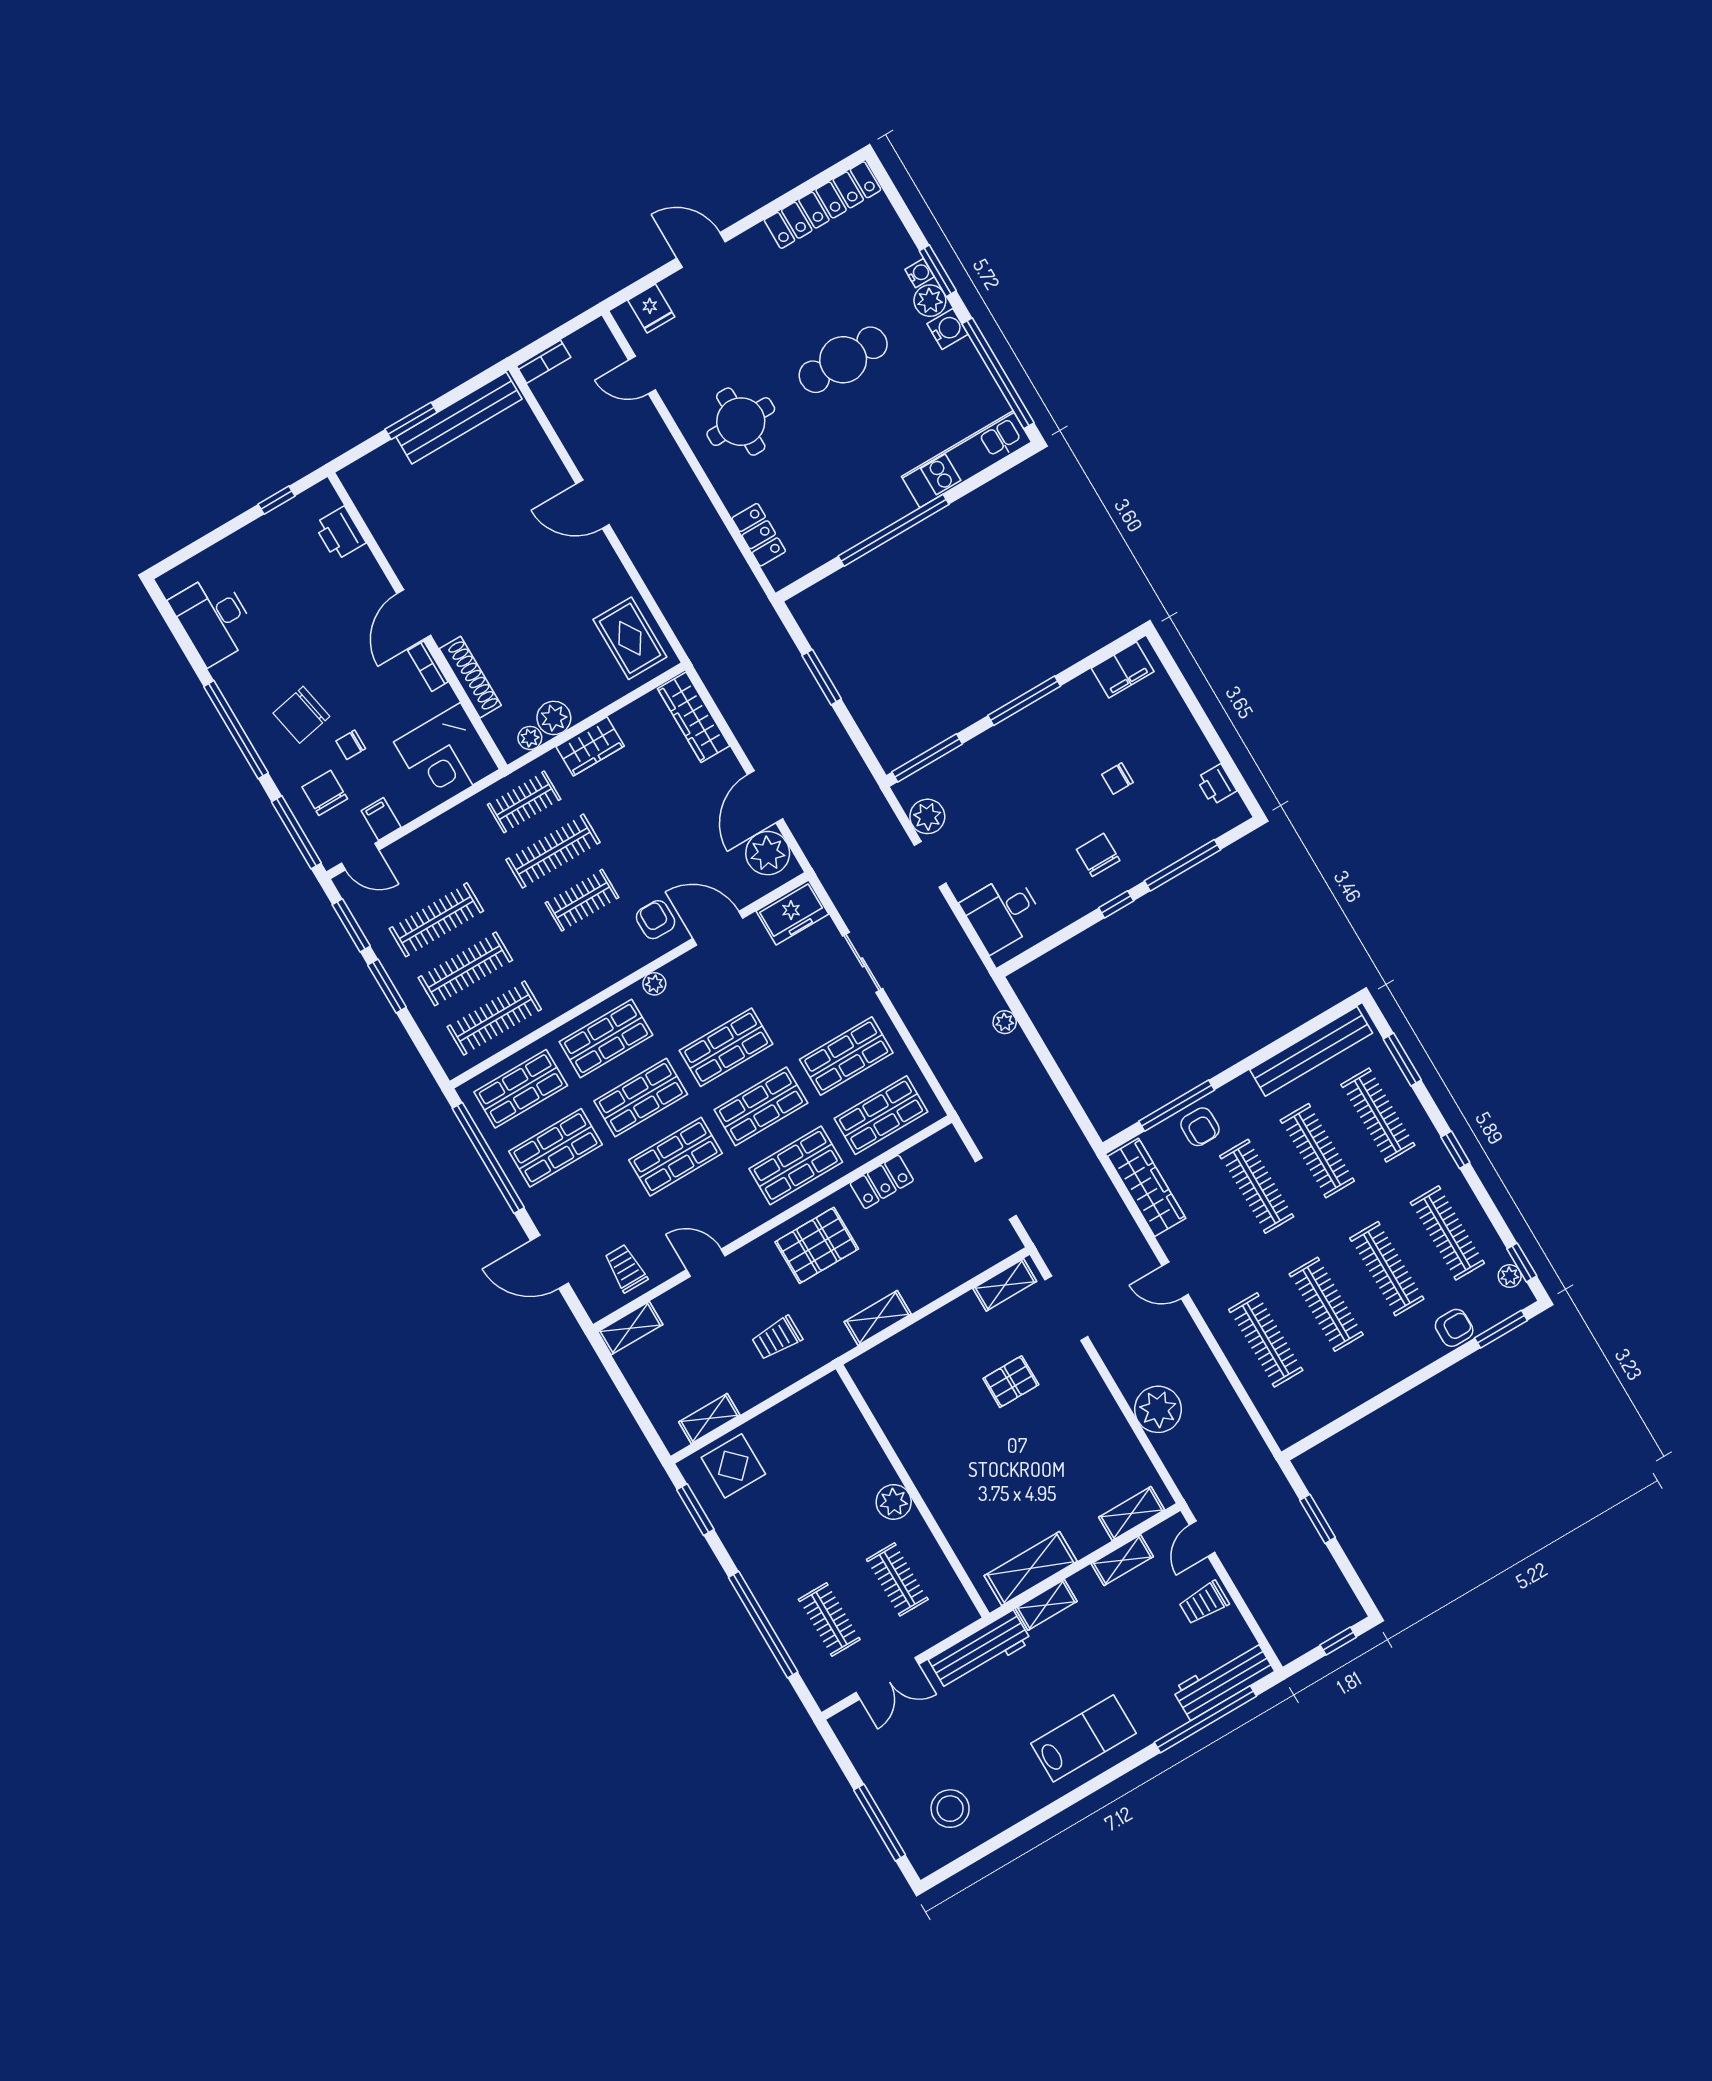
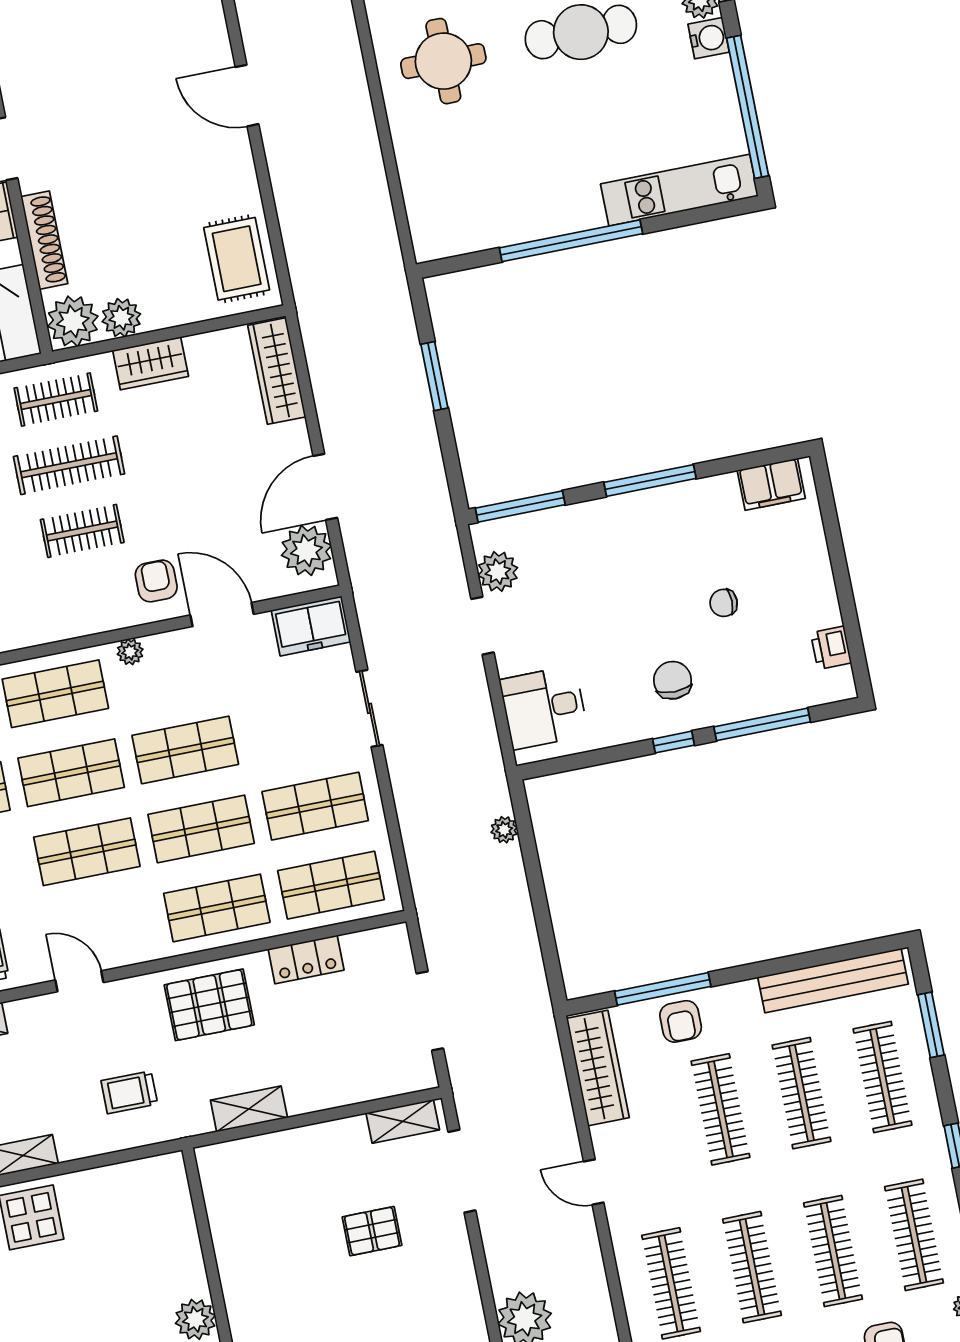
locker: (759, 535) -> (420, 194), removed
plant: (530, 738) -> (73, 321), width x1.88, depth x1.88

